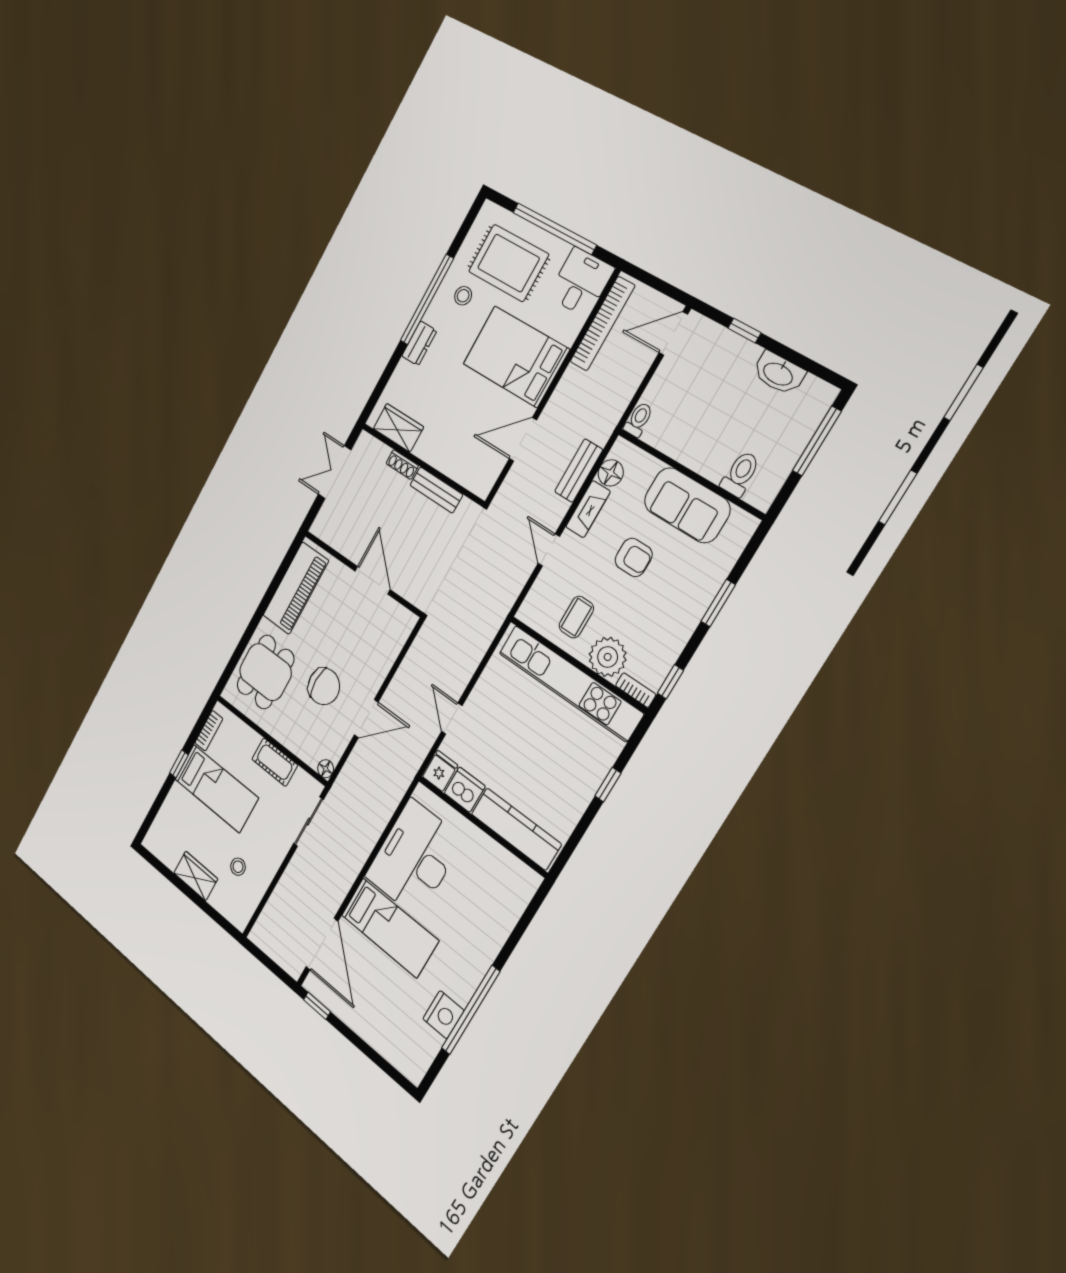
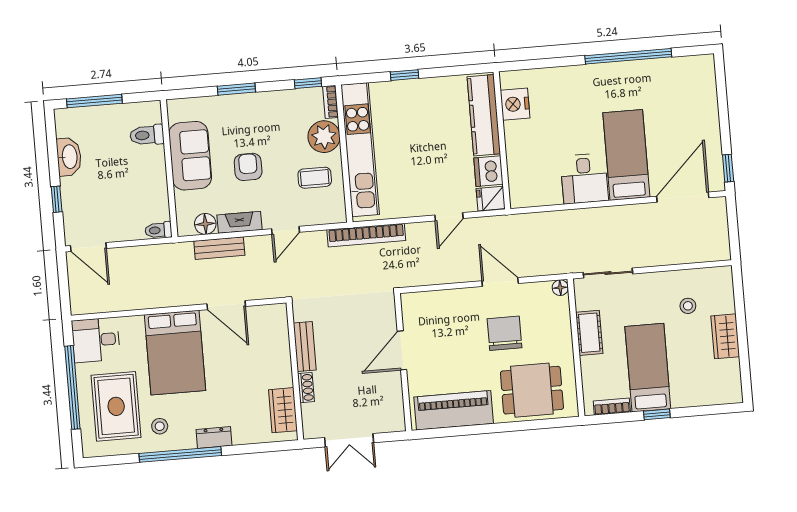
bookcase: (602, 324) -> (366, 235), moved, turned 180
desk: (414, 858) -> (584, 179), width x0.53, depth x0.77
nightstand: (443, 1015) -> (515, 104), moved, turned -90

